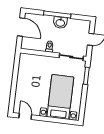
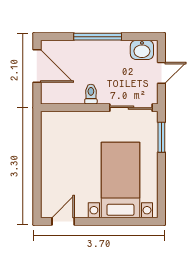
washbasin: (60, 23) -> (142, 50), moved
door: (25, 116) -> (63, 221), hinge flipped

